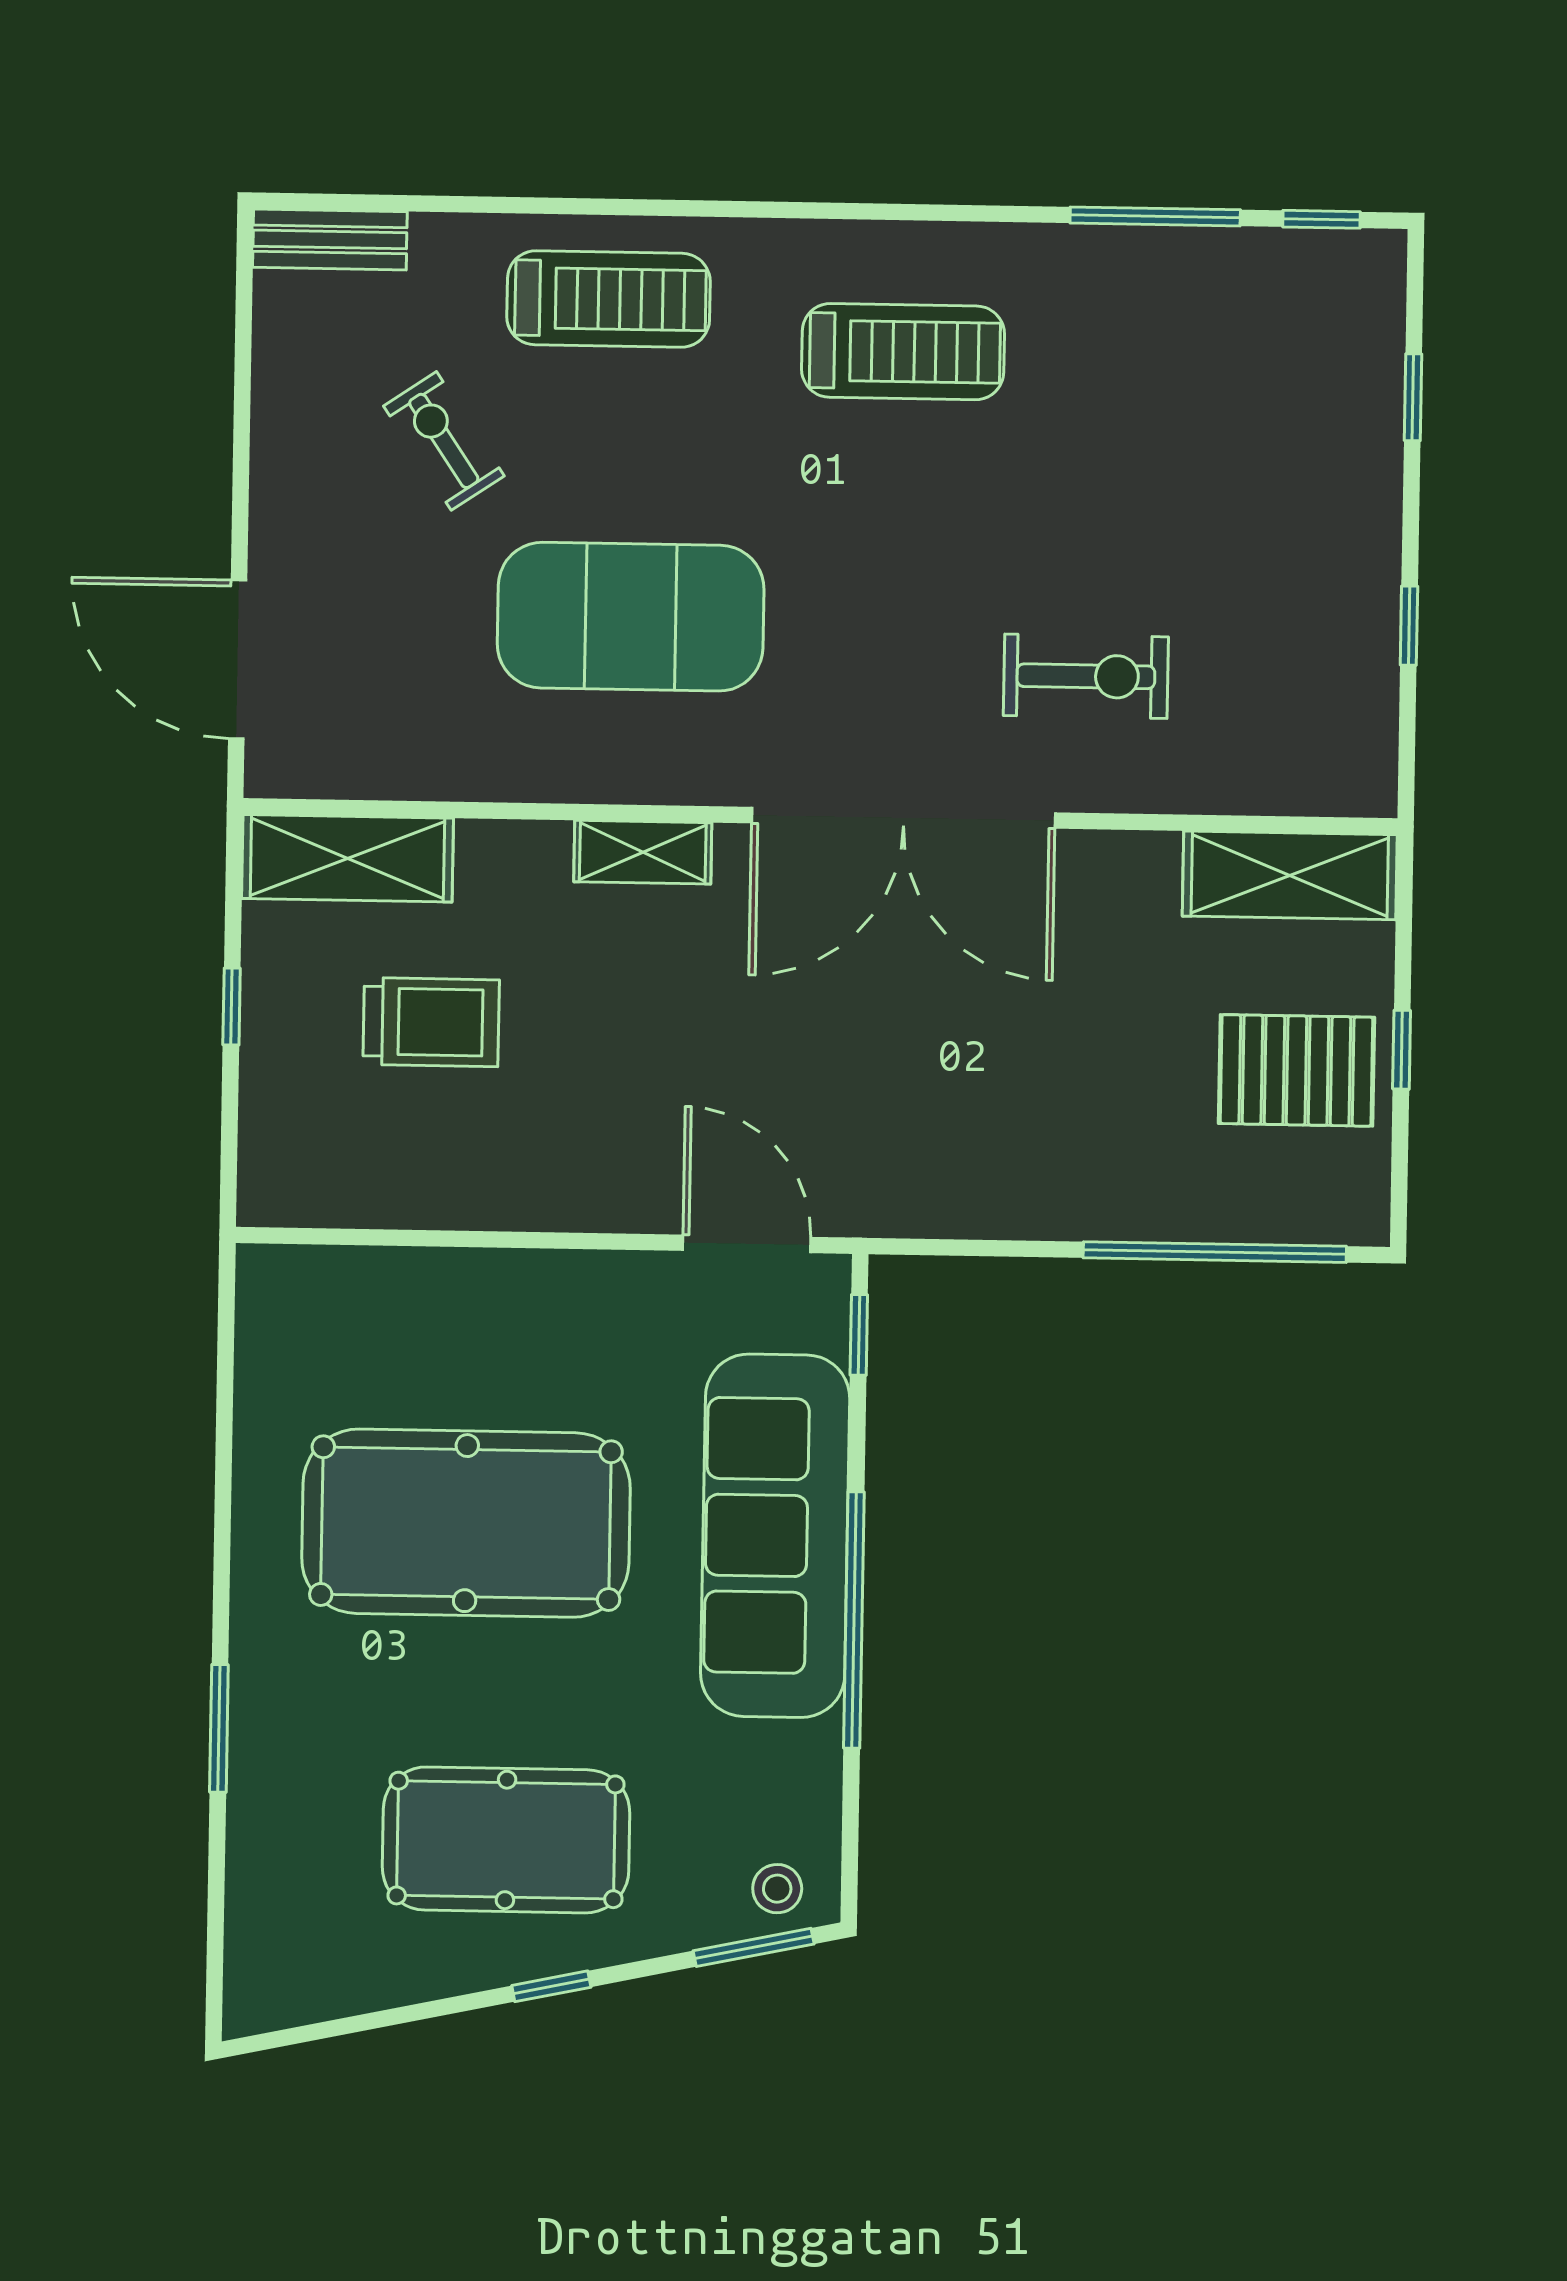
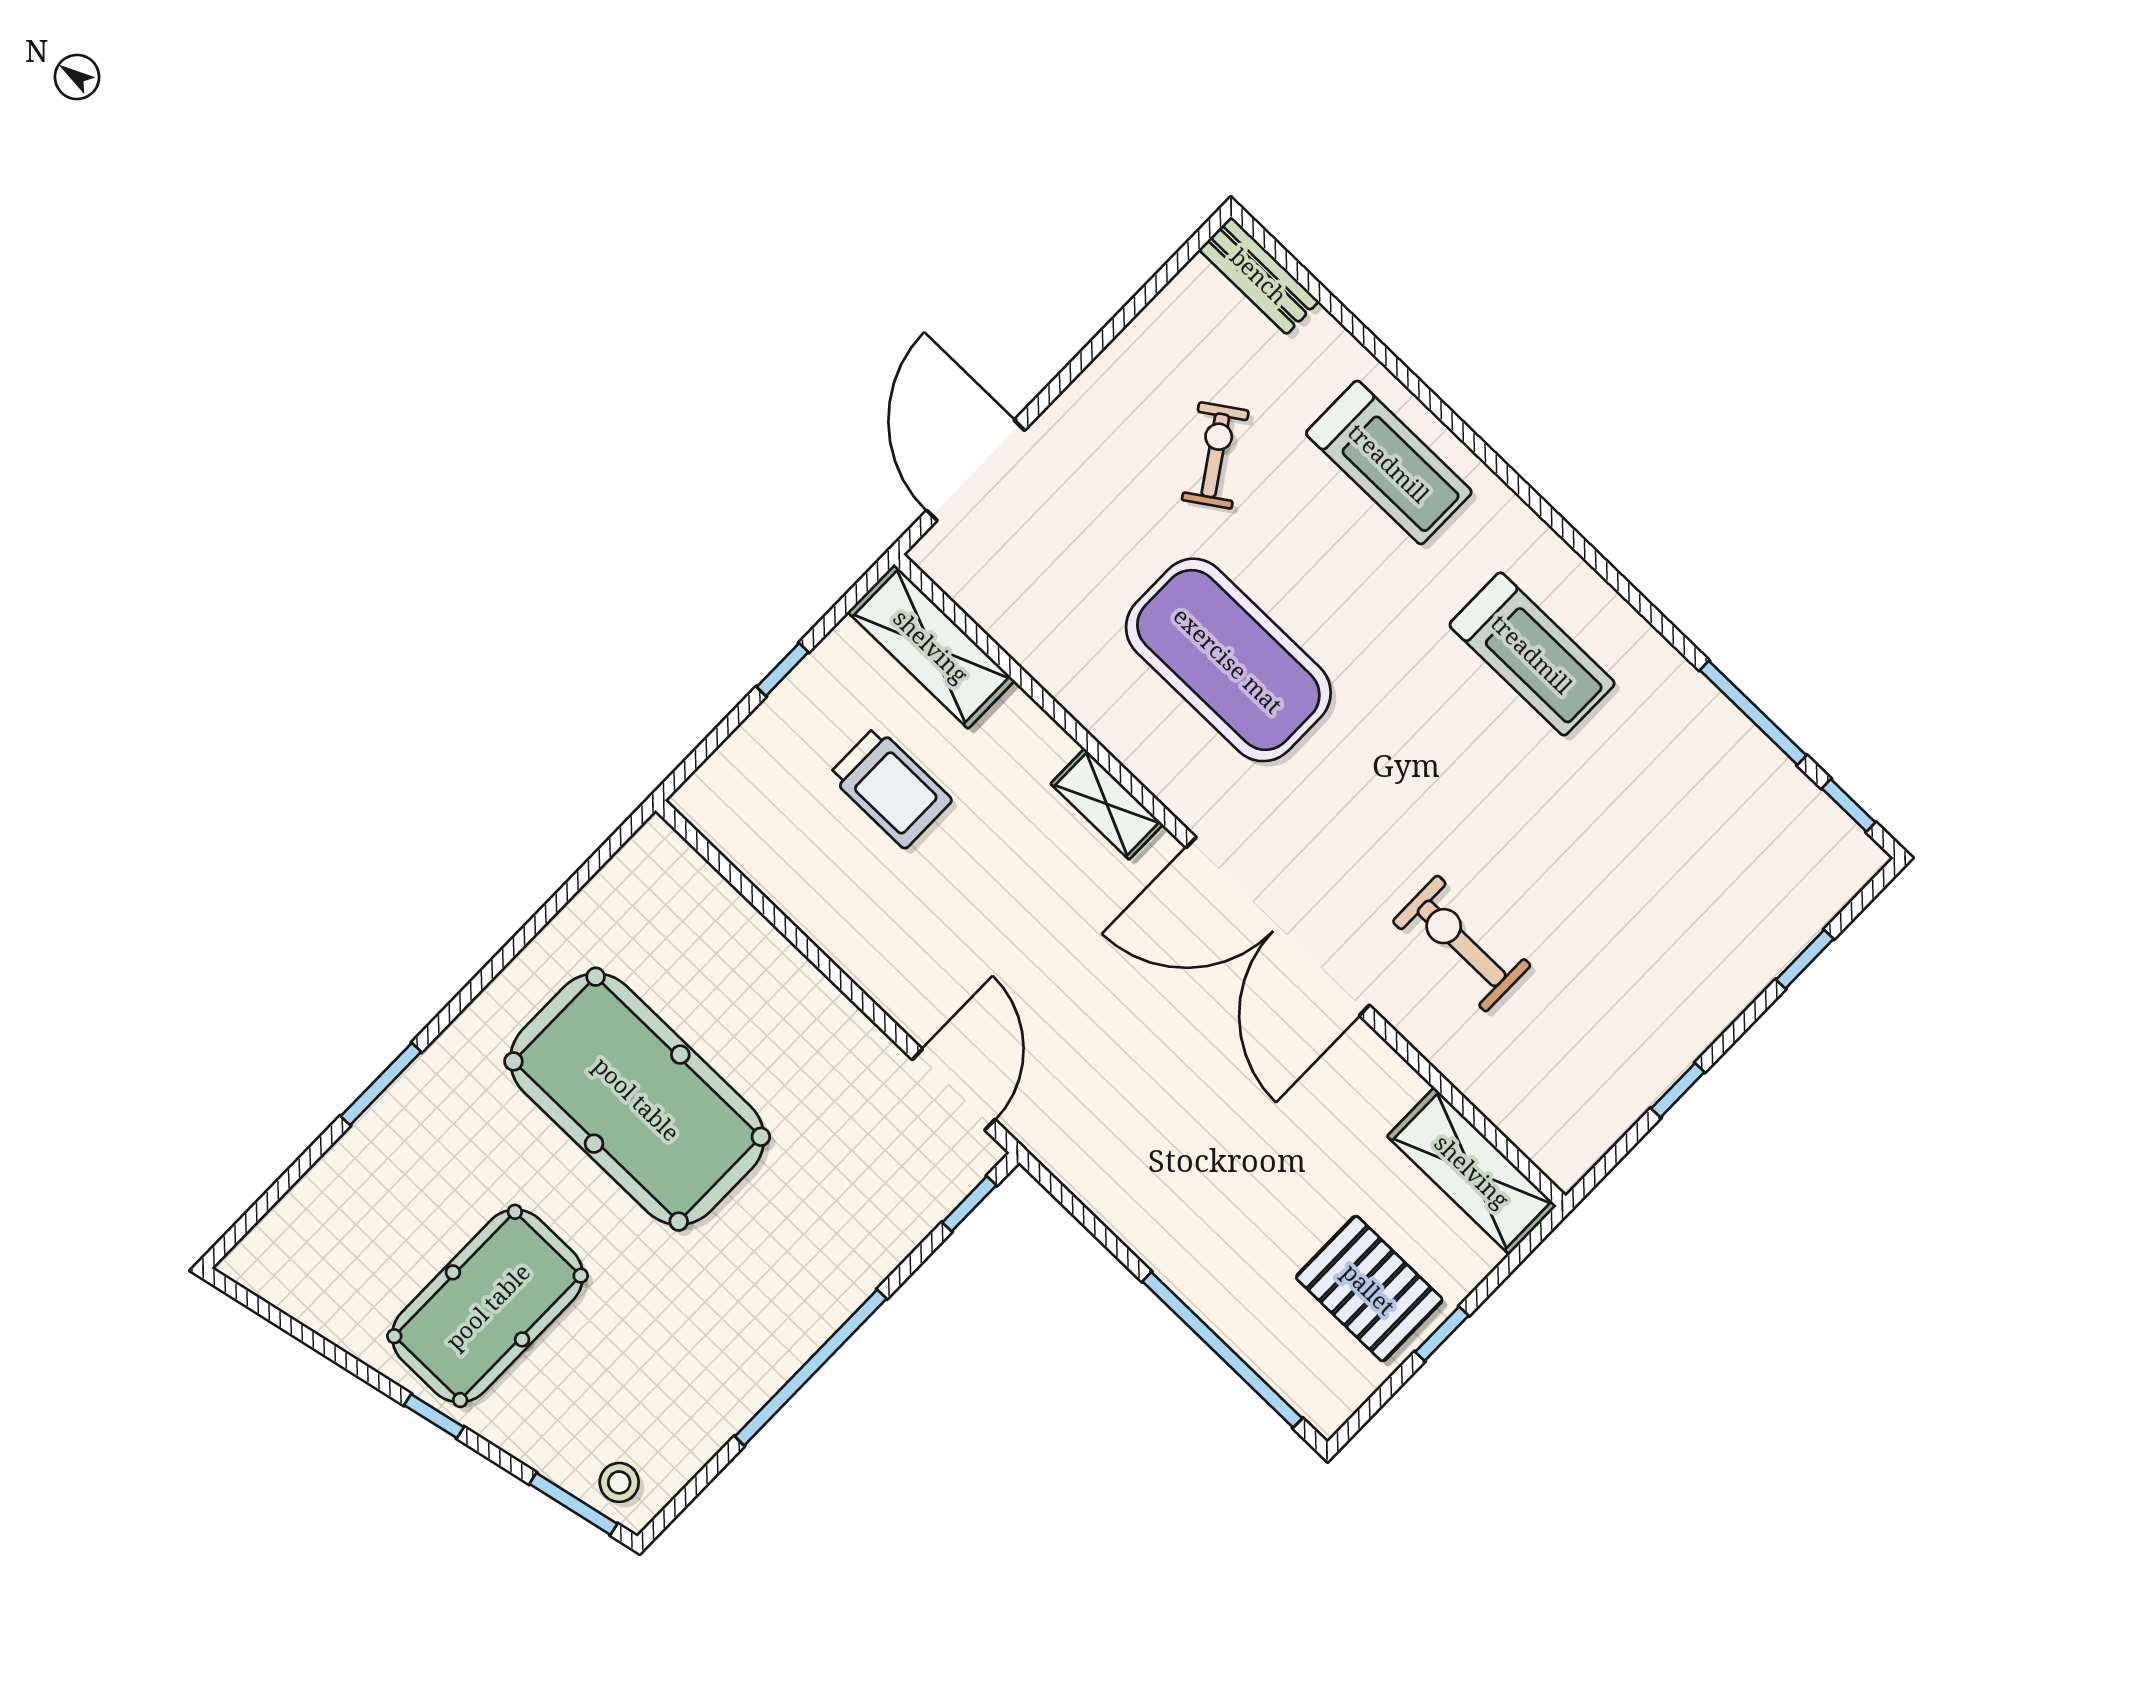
exercise bike: (1086, 676) -> (1462, 943), turned 180
sofa: (775, 1536) -> (811, 1275), removed
pool table: (506, 1840) -> (488, 1306), turned 90

